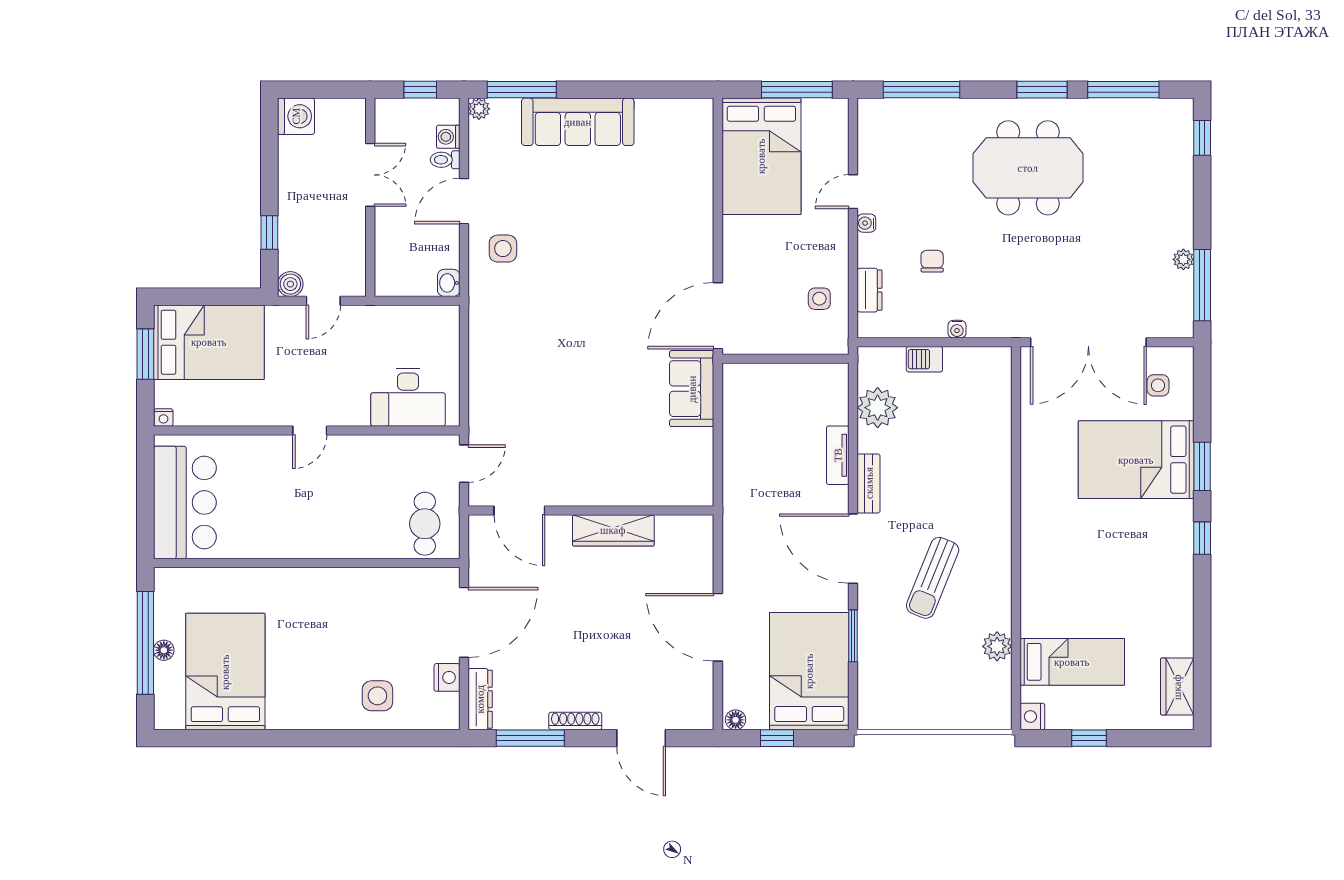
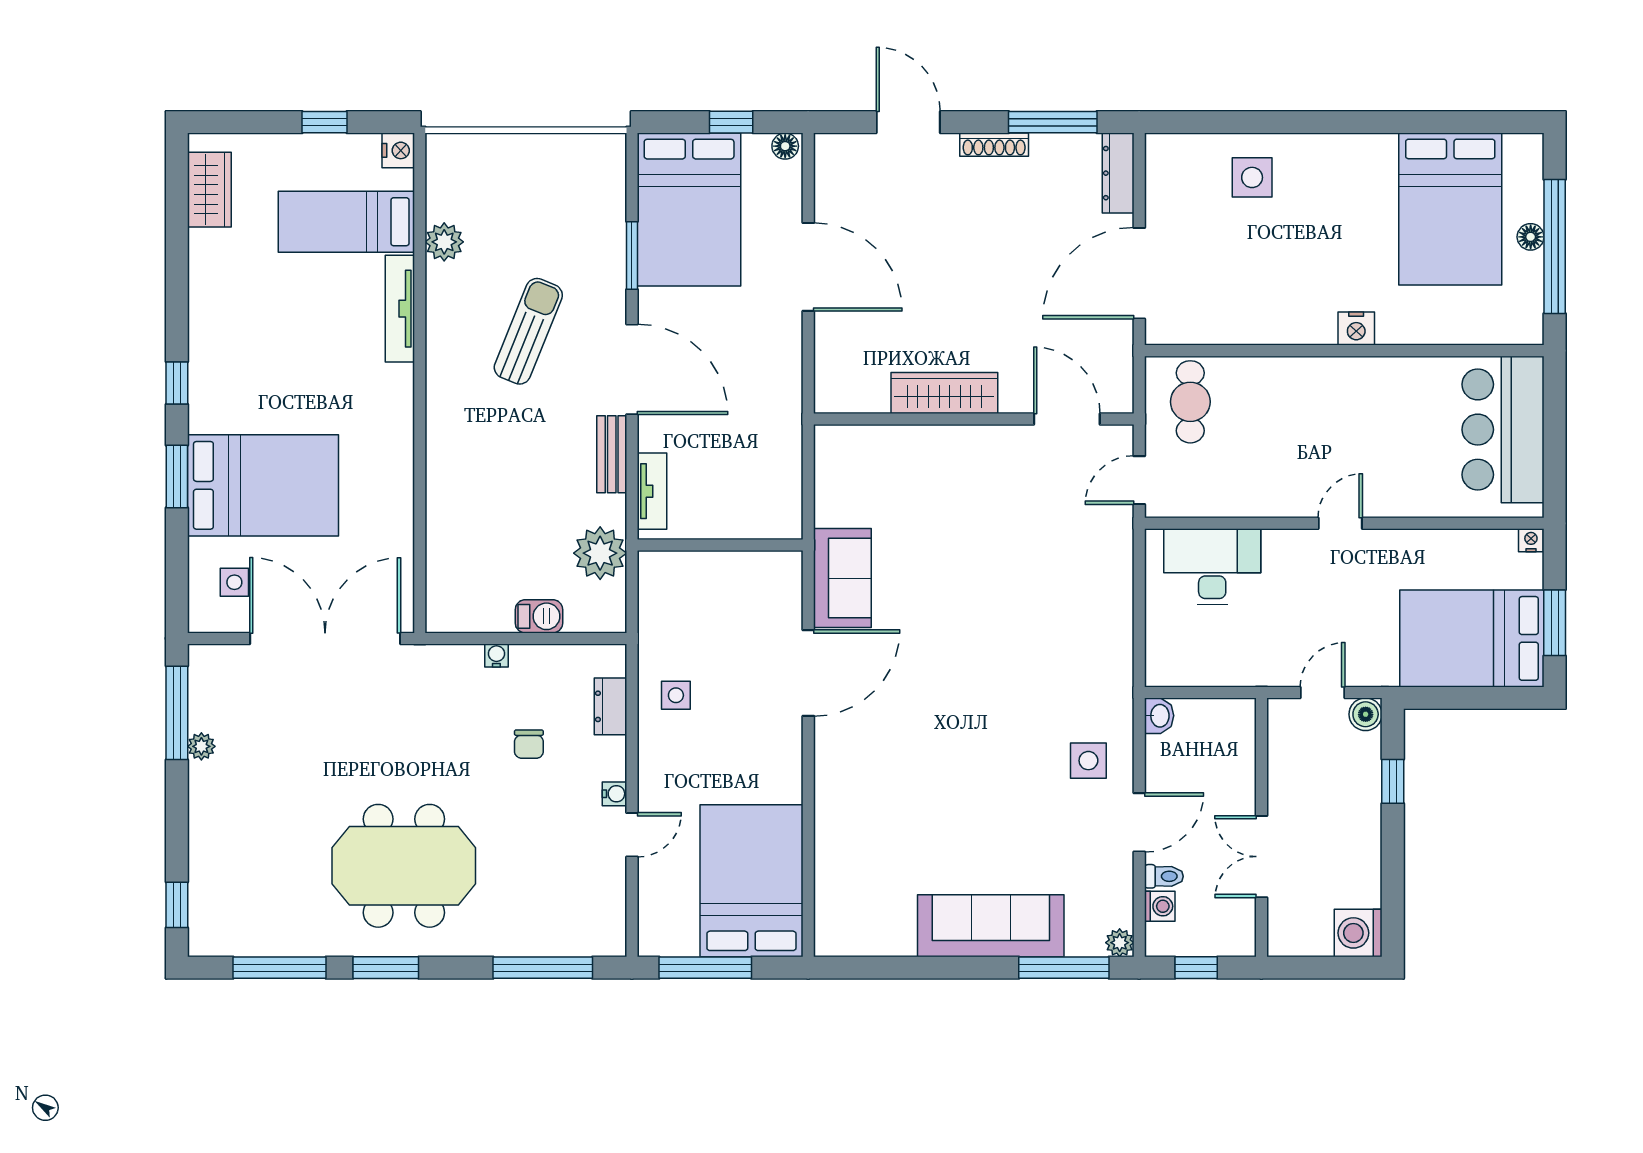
wall: (785, 359) -> (720, 545), moved
tv unit: (1031, 595) -> (400, 309), added
nightstand: (447, 677) -> (1356, 329), moved, turned -90

